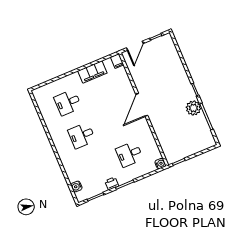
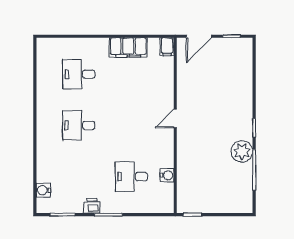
door: (142, 105) -> (175, 119), width x0.53
water cooler: (160, 164) -> (167, 175), moved

